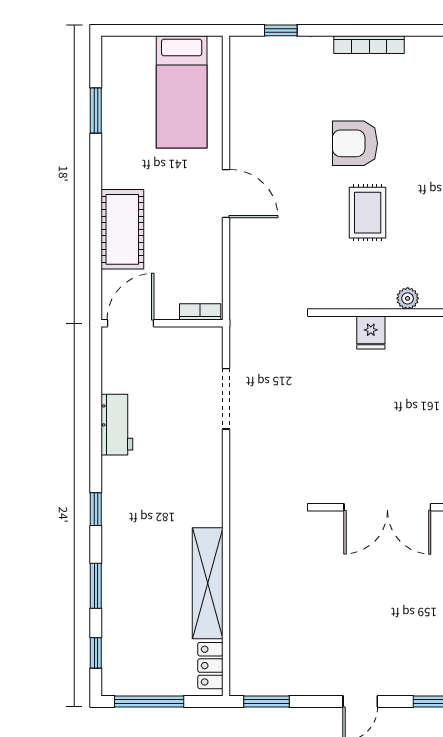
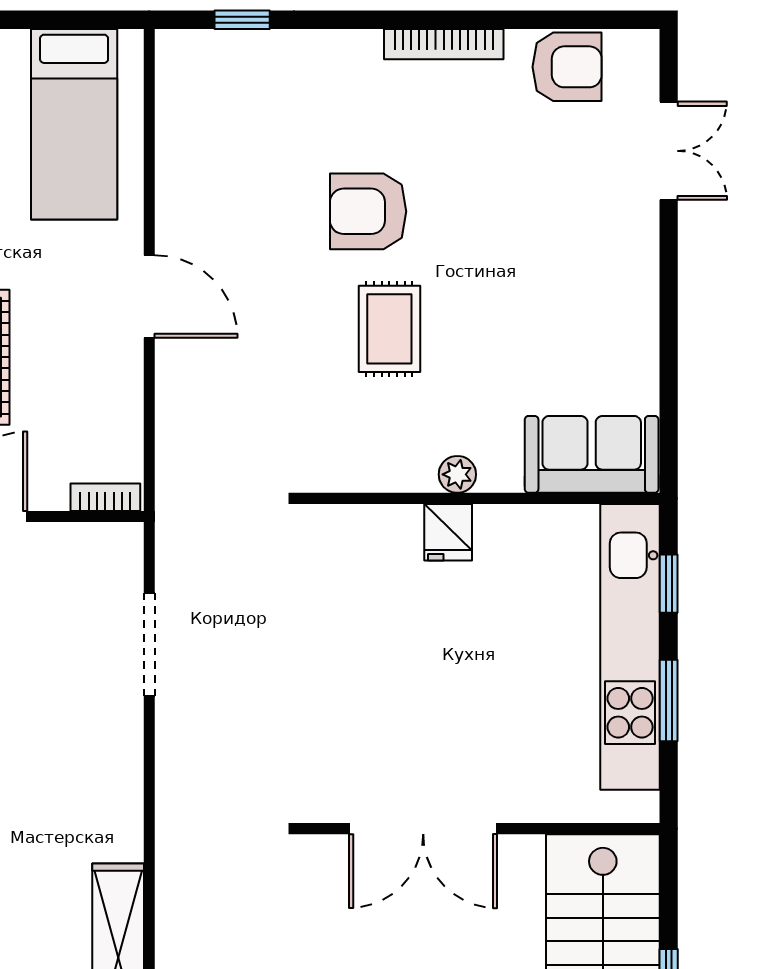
bookcase: (369, 45) -> (444, 44), moved
fridge: (371, 332) -> (448, 532), moved

